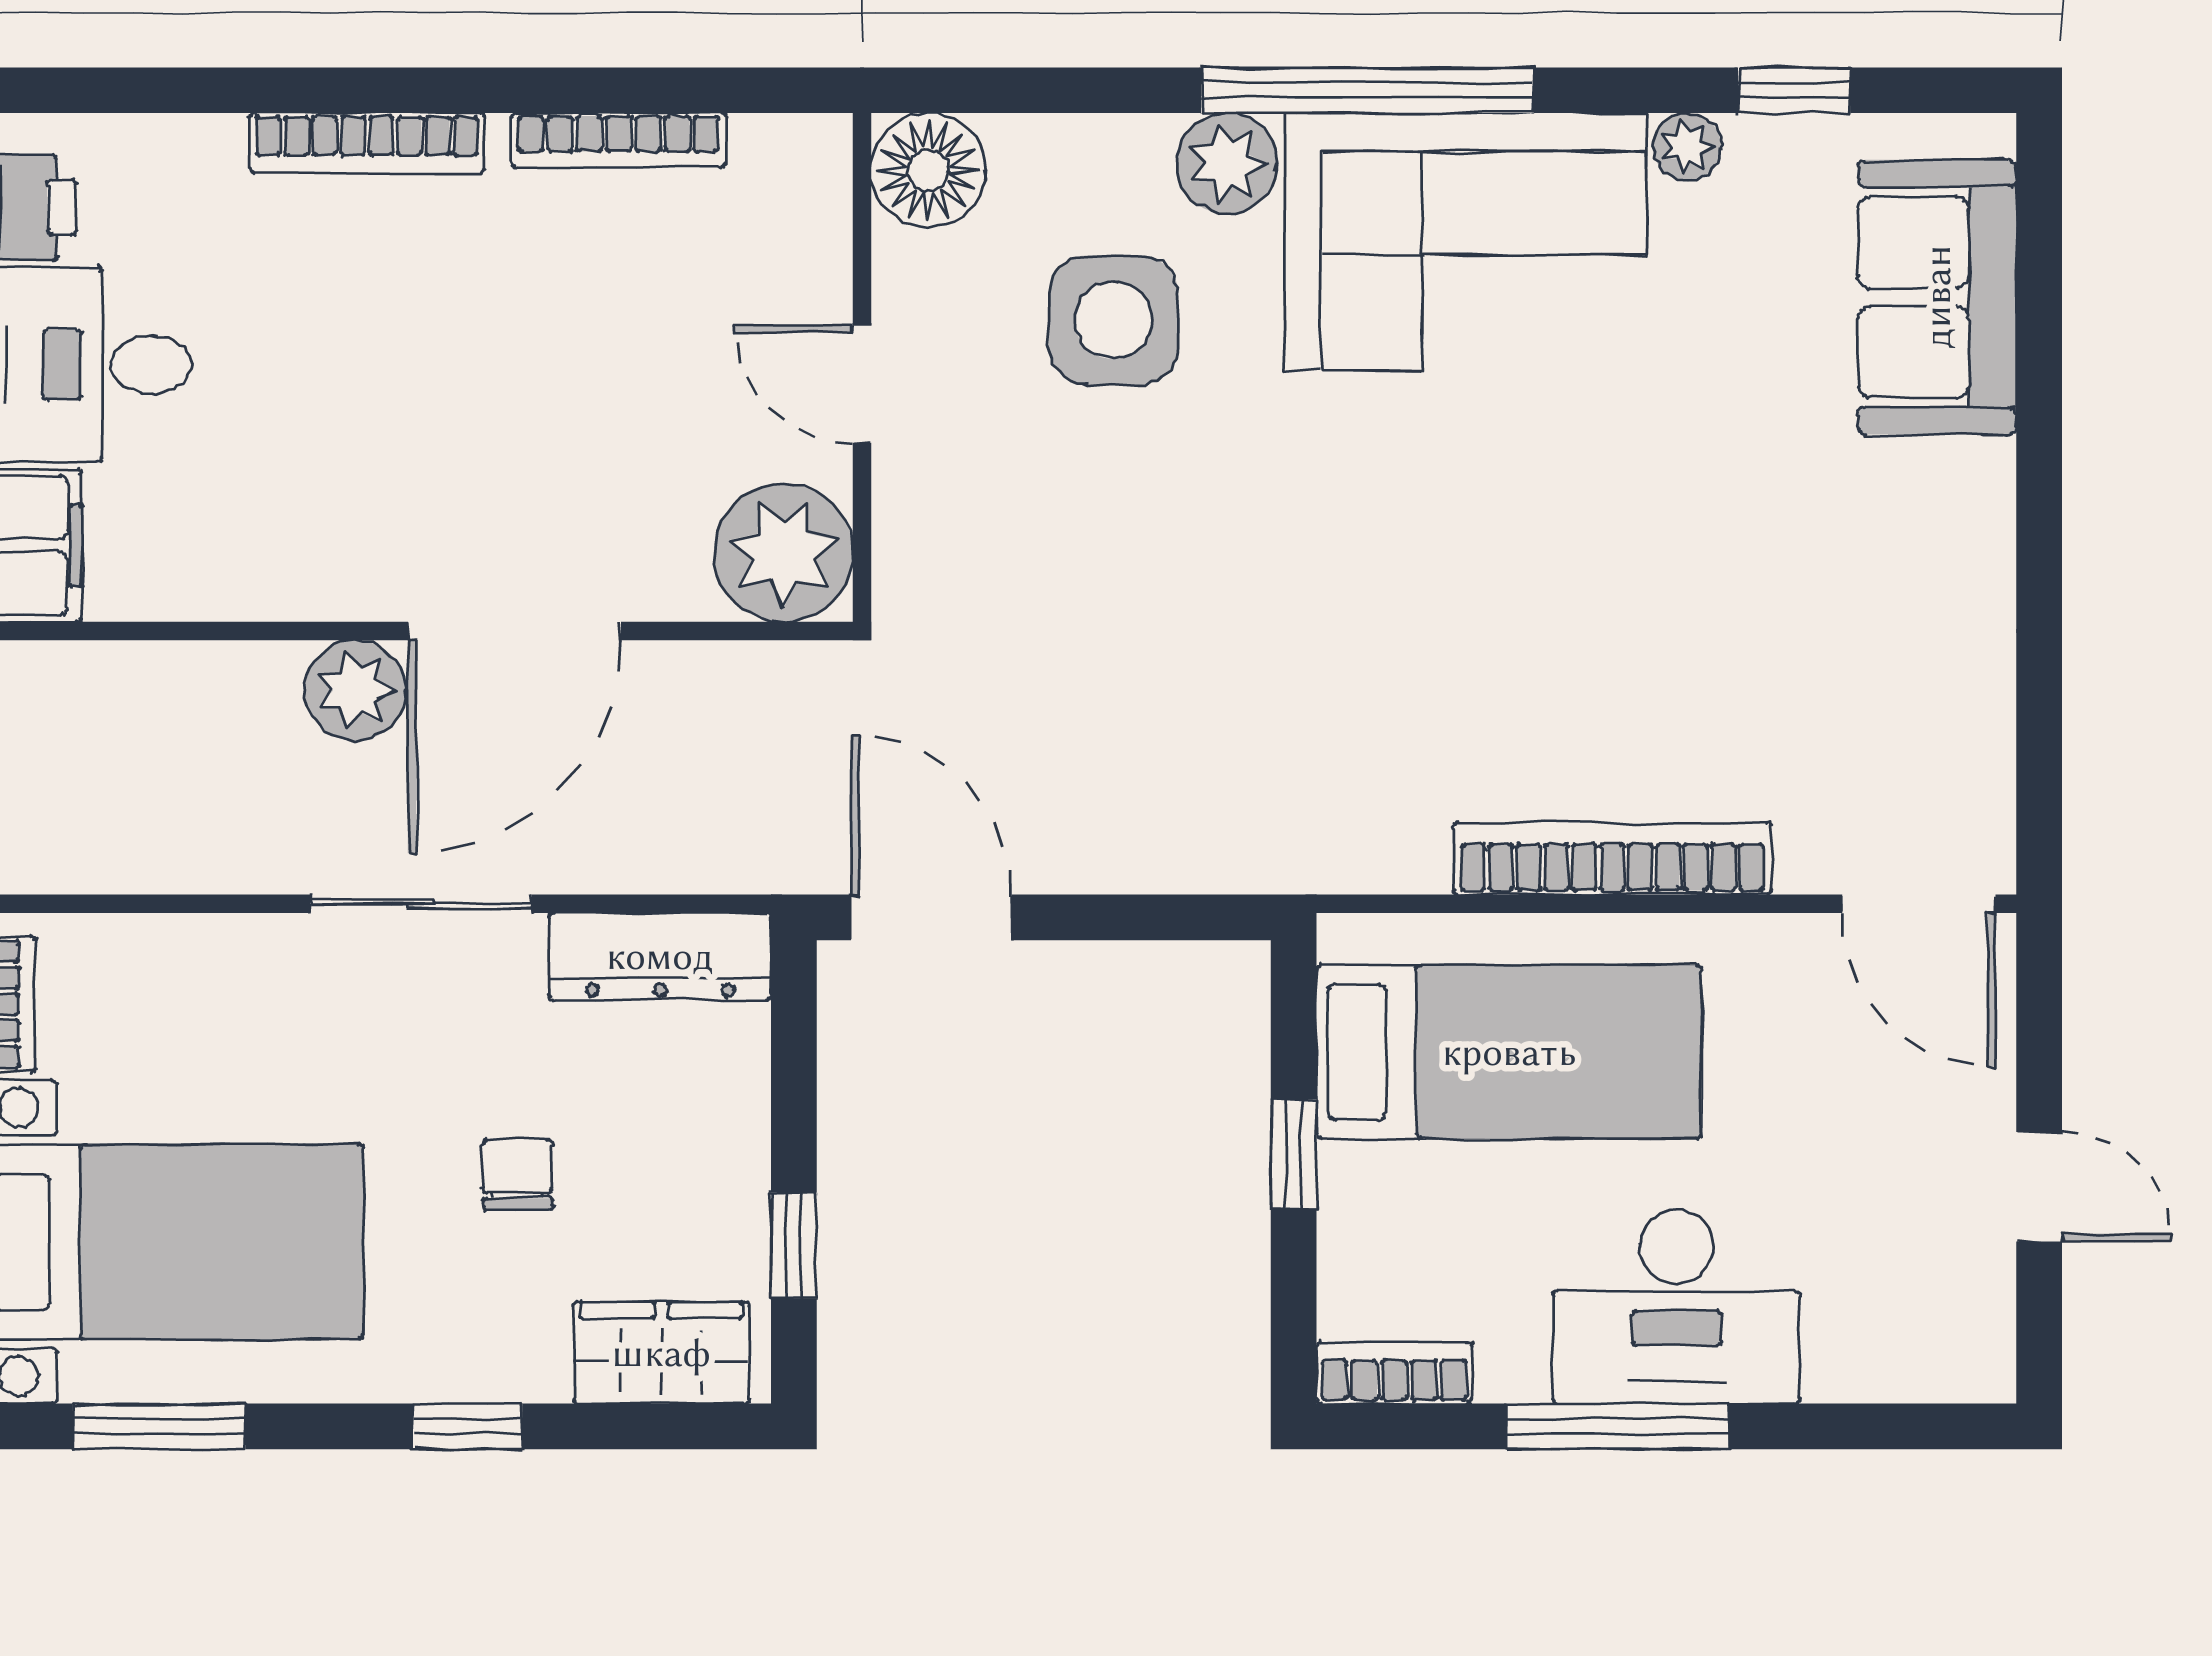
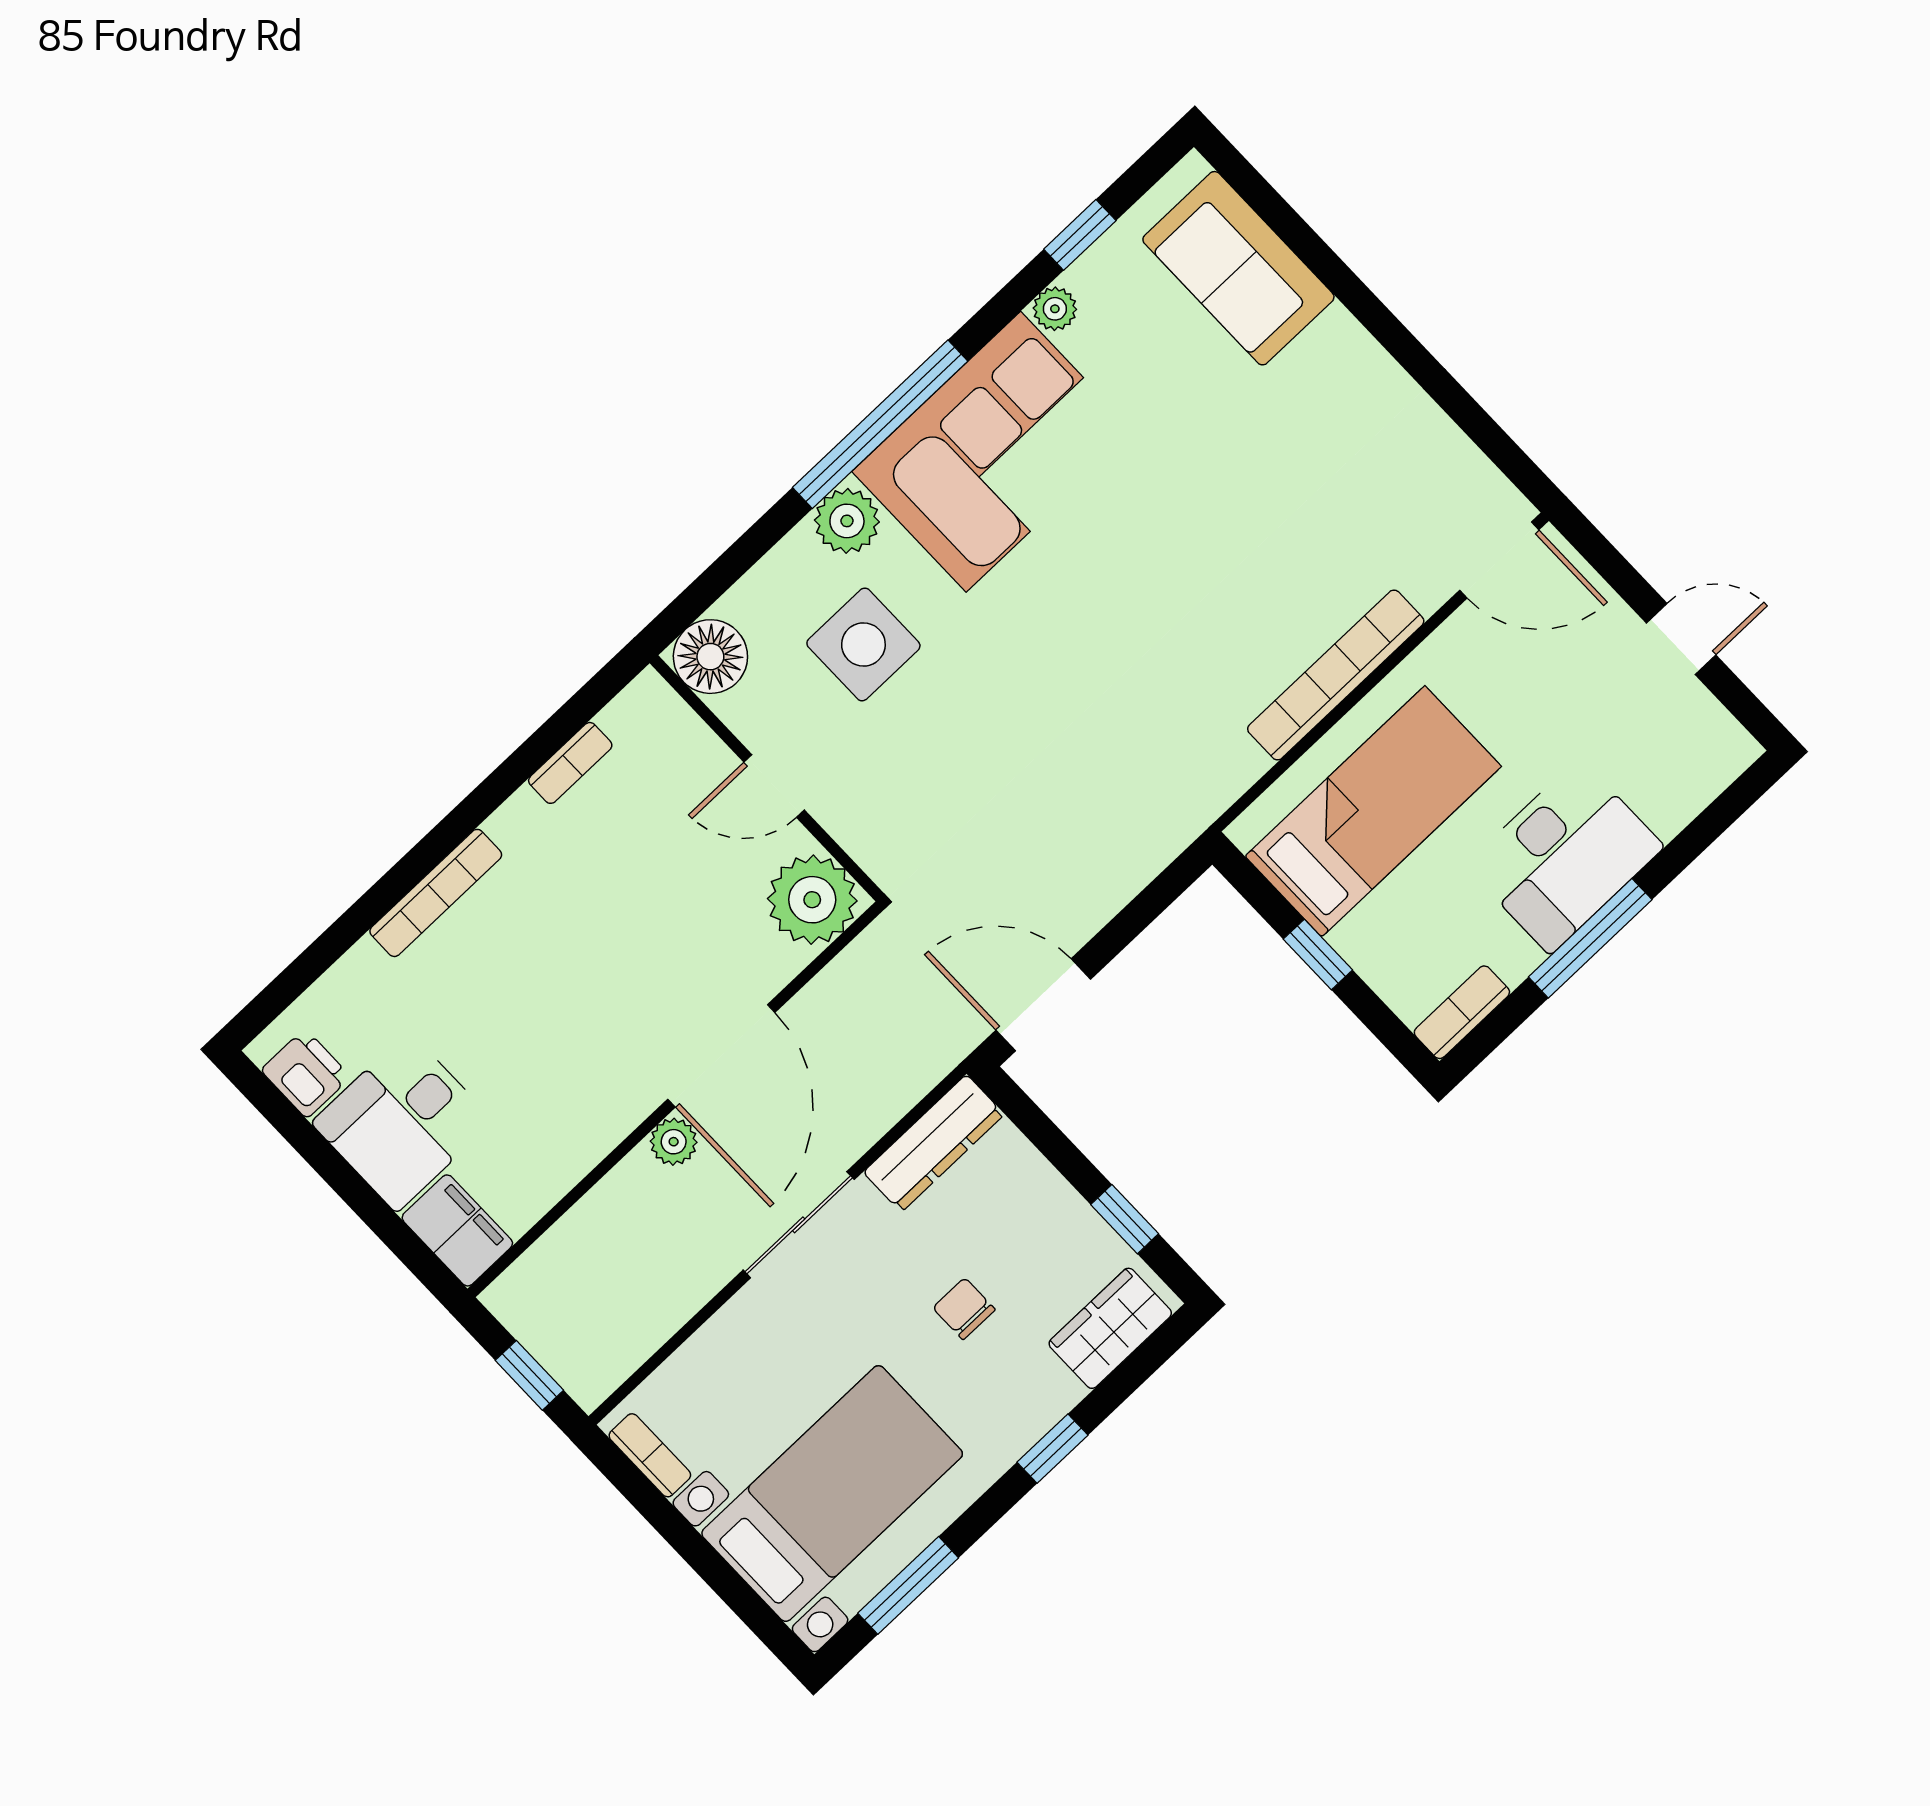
bookcase: (619, 140) -> (570, 763), width x0.64
plant: (355, 690) -> (674, 1142), width x0.73, depth x0.73

